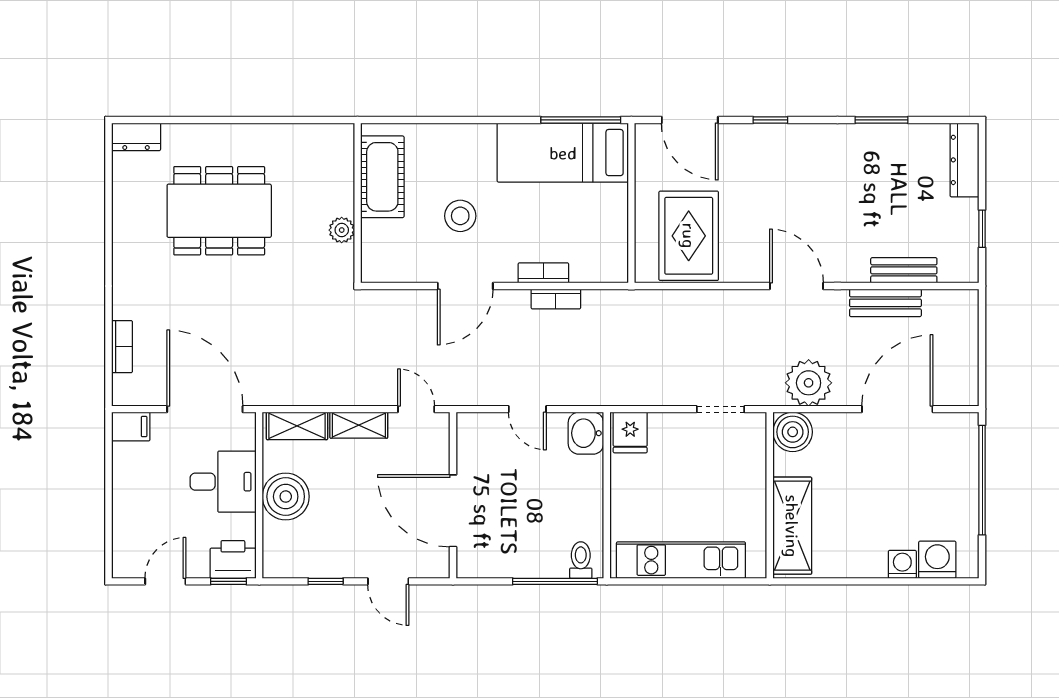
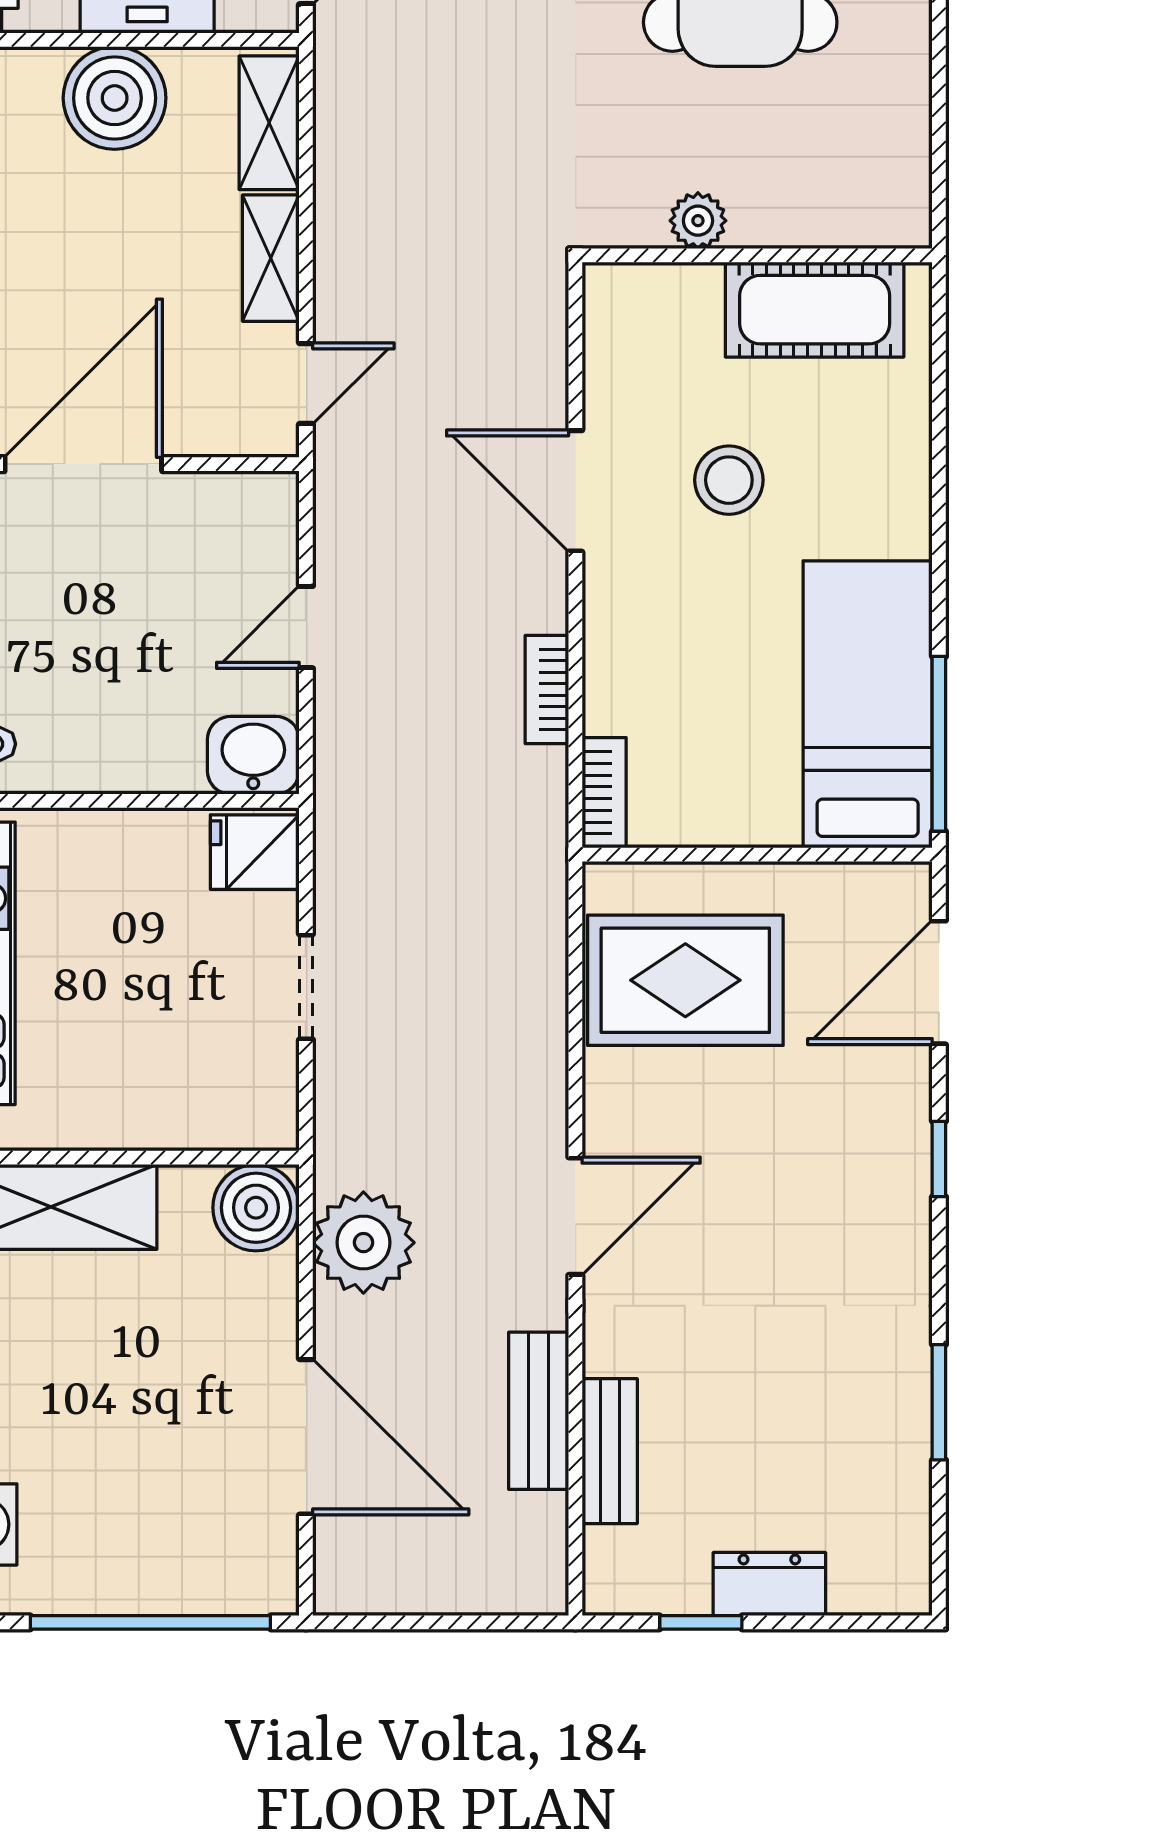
dresser: (965, 160) -> (769, 1584), moved, width x0.70
bookcase: (543, 273) -> (604, 793), moved
doorway: (720, 409) -> (306, 987), moved

